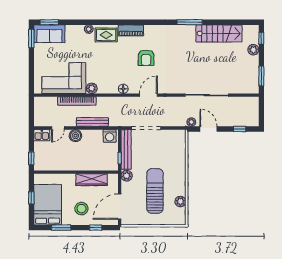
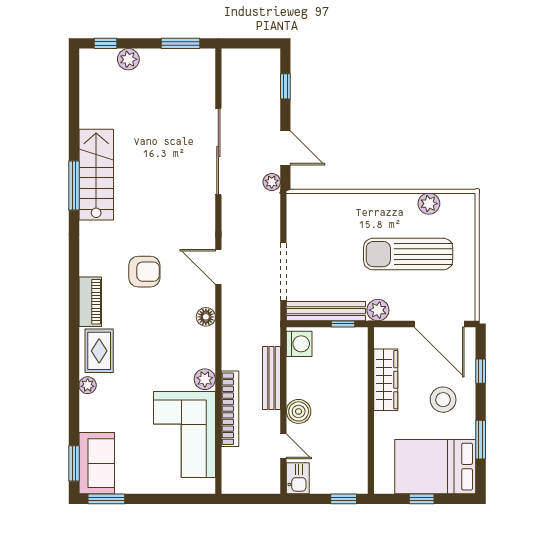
stairs: (219, 33) -> (96, 175), moved
door: (209, 129) -> (285, 148), swing flipped

